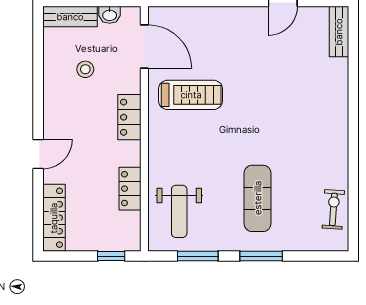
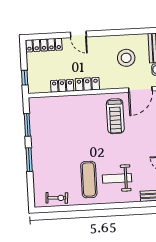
stool: (85, 69) -> (126, 58), width x1.89, depth x1.89
locker: (129, 117) -> (87, 84), moved
exercise mat: (258, 198) -> (89, 180), moved, turned 90
weight bench: (179, 211) -> (117, 178), moved

